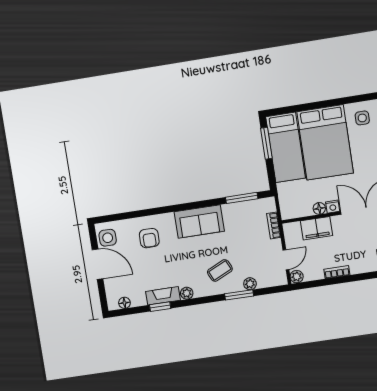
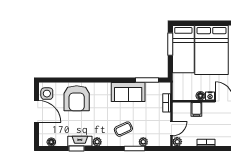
sofa: (199, 221) -> (128, 92), moved
filing cabinet: (317, 228) -> (196, 109), width x0.50
armchair: (149, 238) -> (77, 98), width x1.88, depth x1.88

